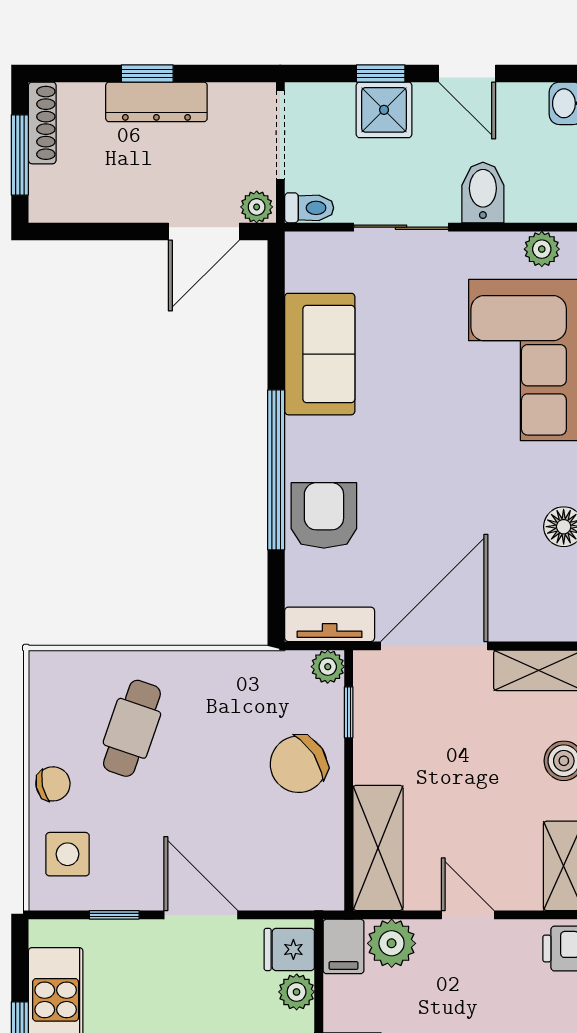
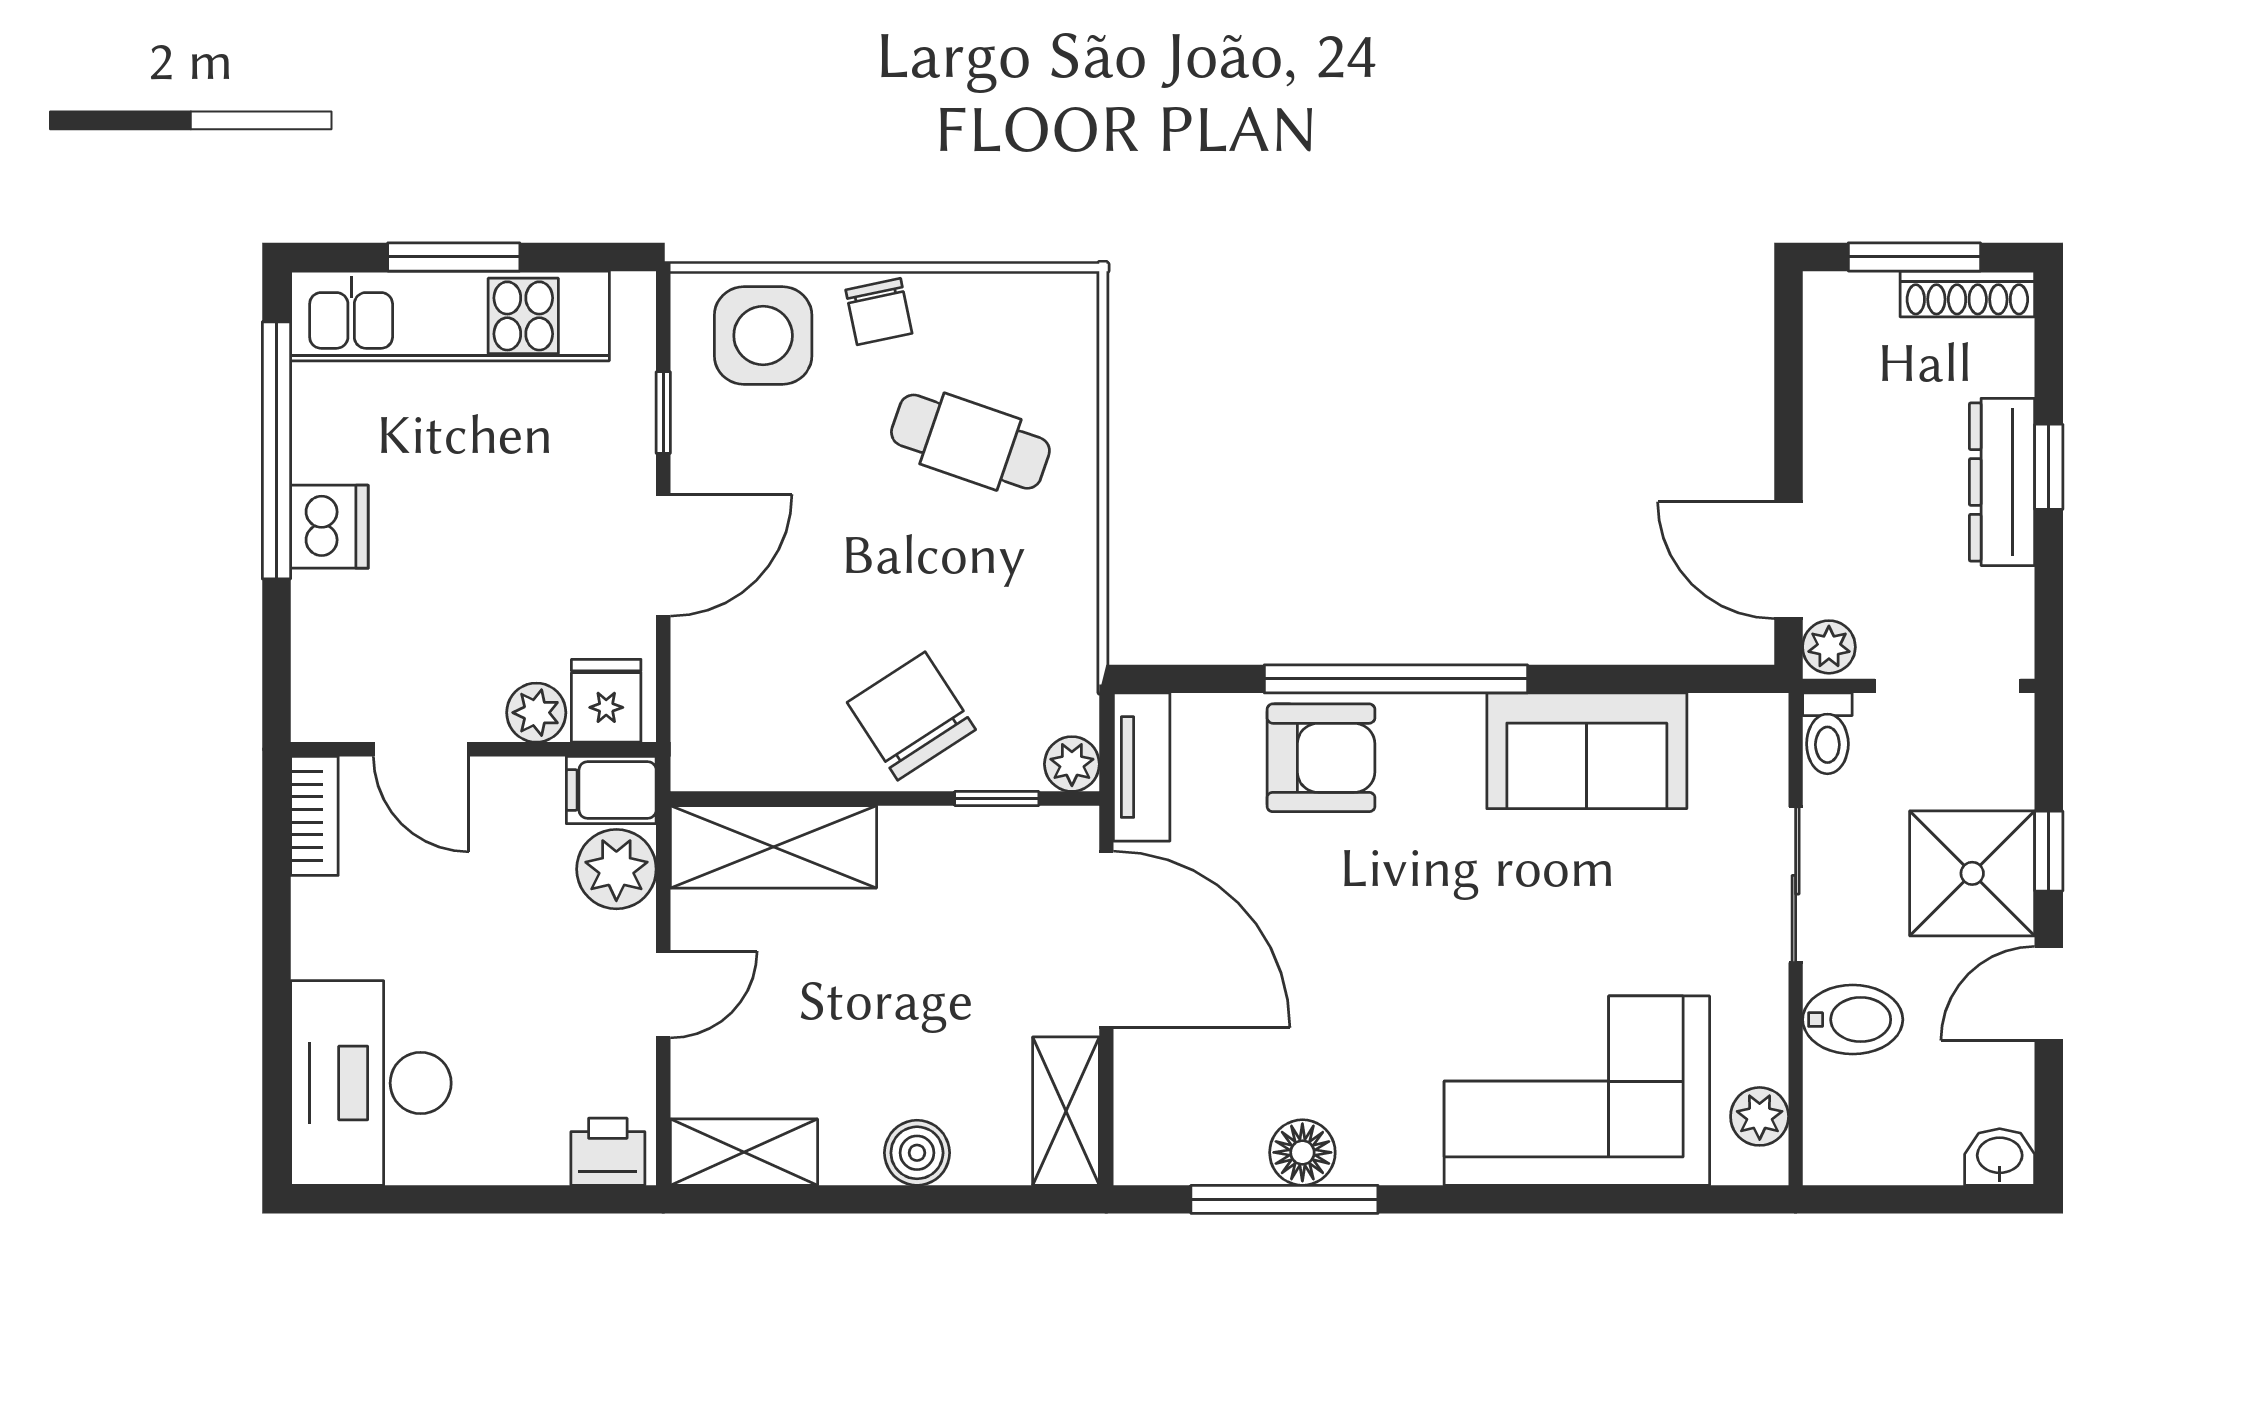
shower: (384, 110) -> (1972, 873), width x1.36, depth x1.36
side table: (68, 854) -> (763, 336), width x1.37, depth x1.37

